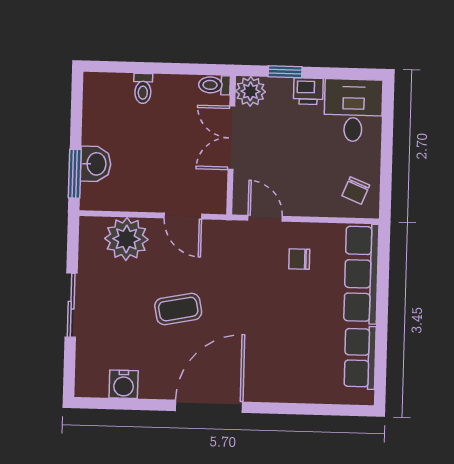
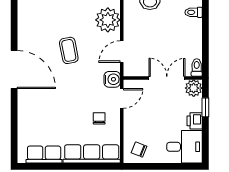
toilet: (143, 88) -> (194, 12), moved
water cooler: (124, 384) -> (112, 79), moved, turned 180

